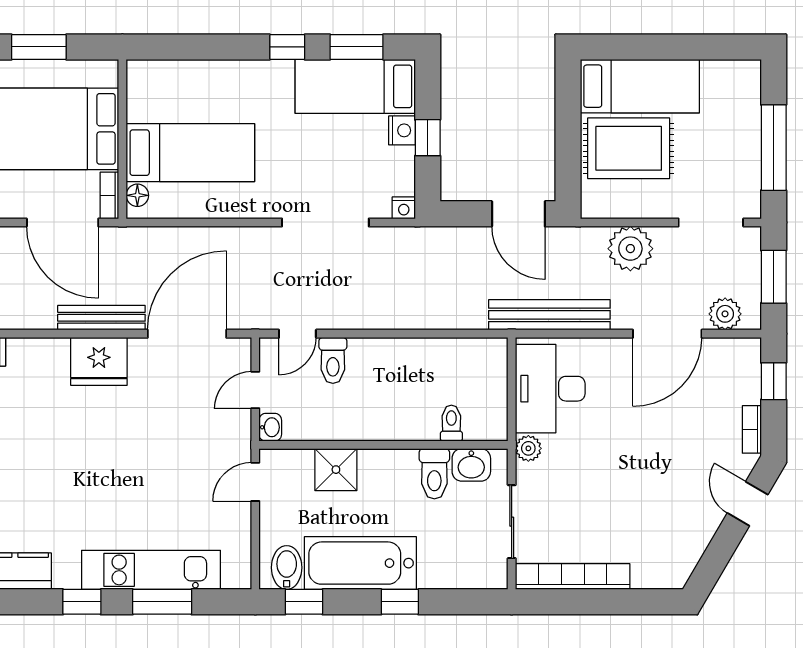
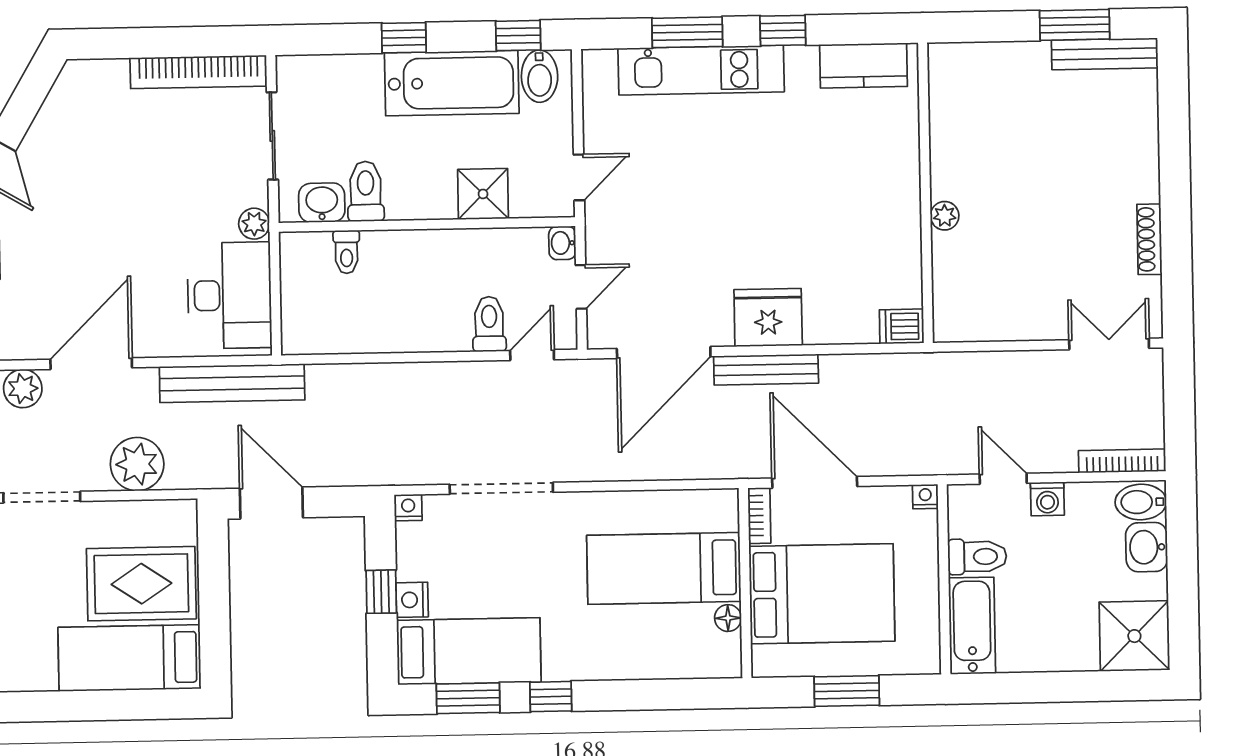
floor lamp: (137, 195) -> (728, 618), moved

